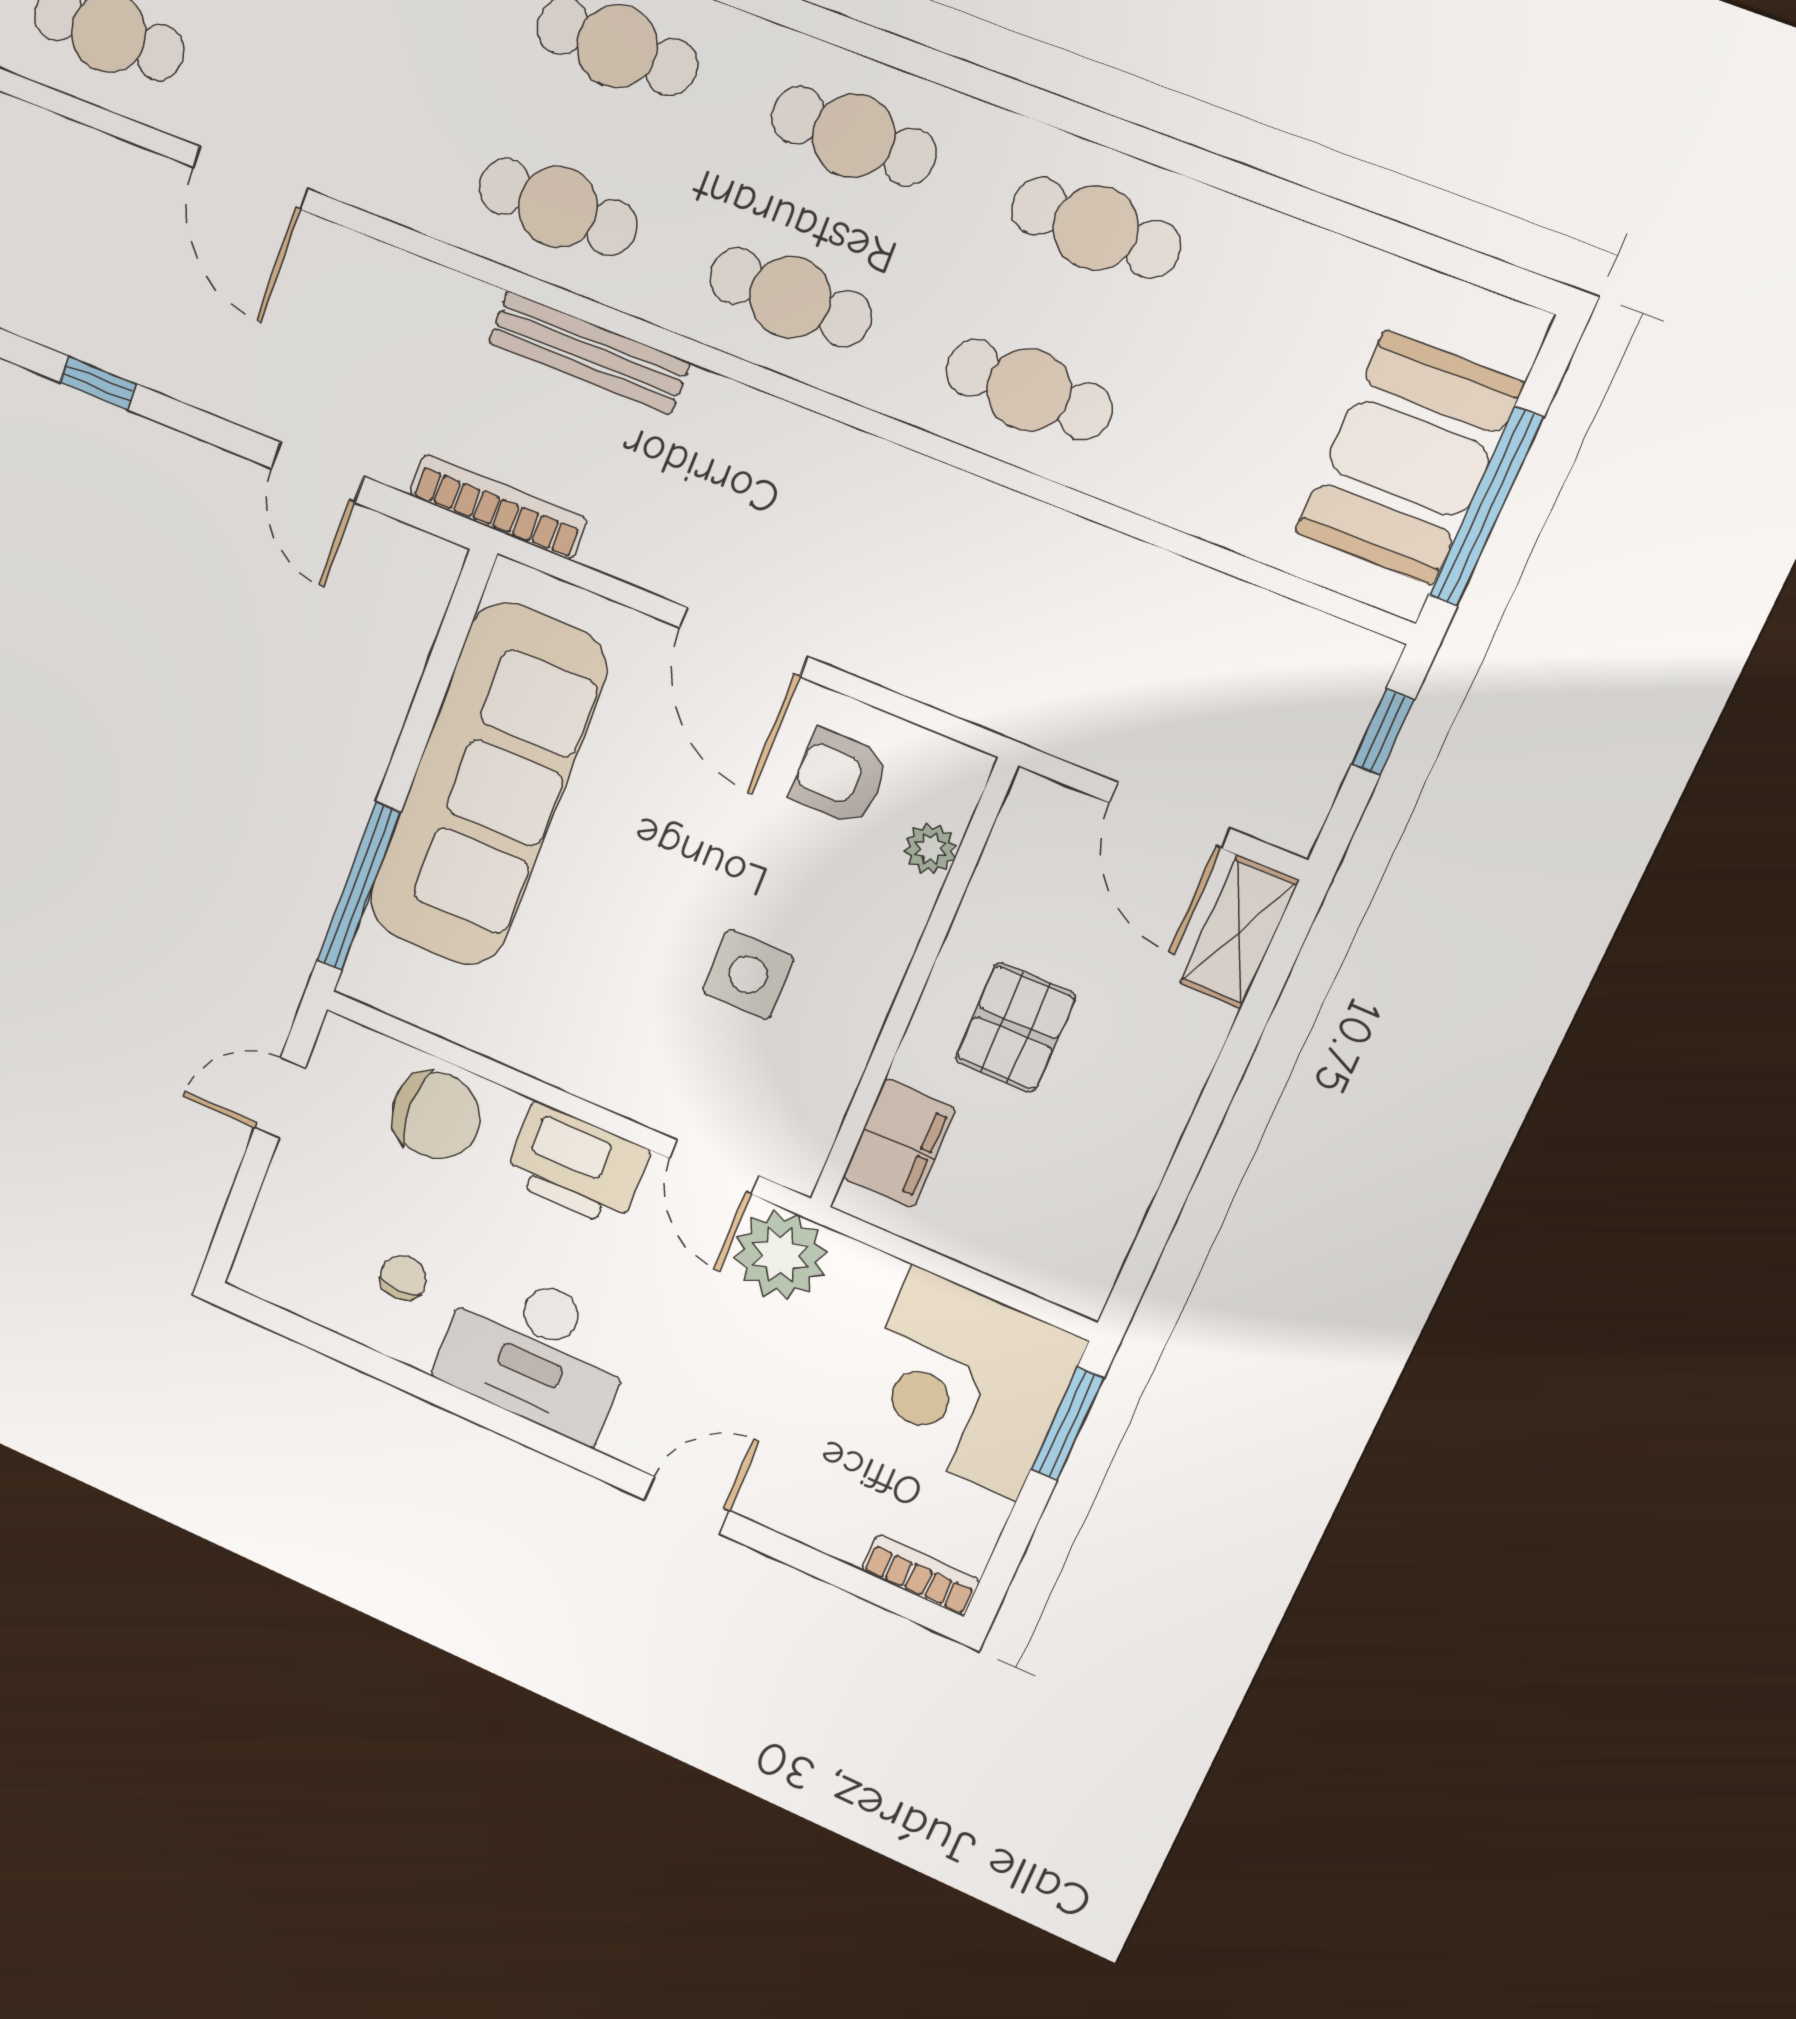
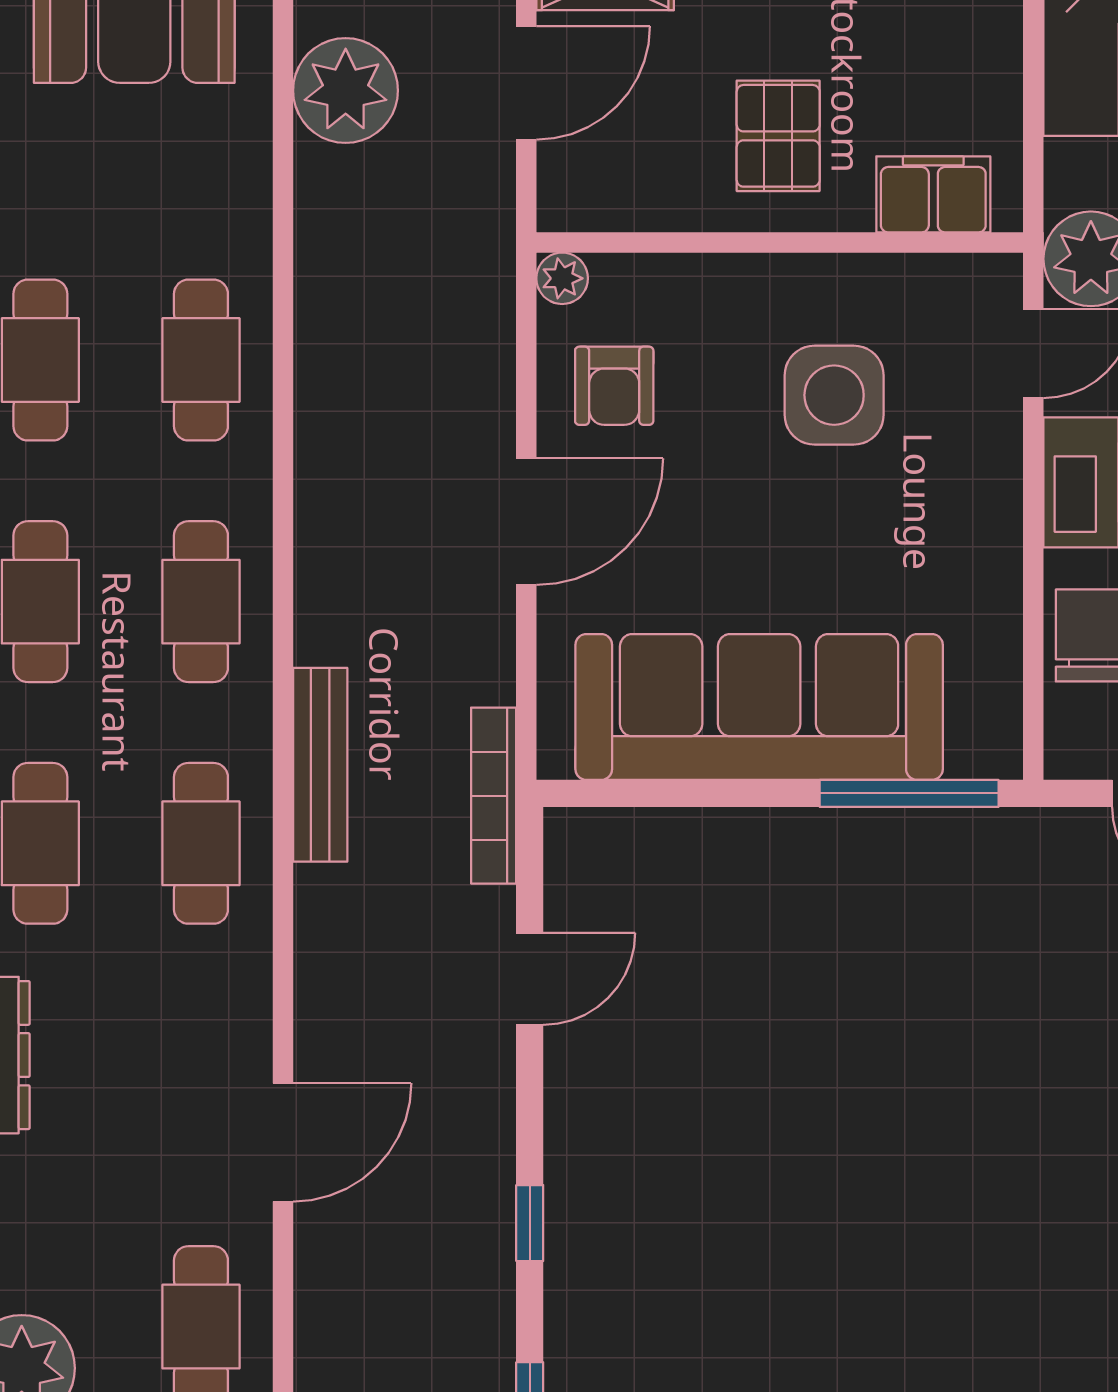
plant: (1239, 638) -> (346, 91), added
plant: (930, 849) -> (562, 278), moved
side table: (748, 974) -> (834, 395), width x1.37, depth x1.37
pallet: (1015, 1028) -> (778, 136), turned 90

